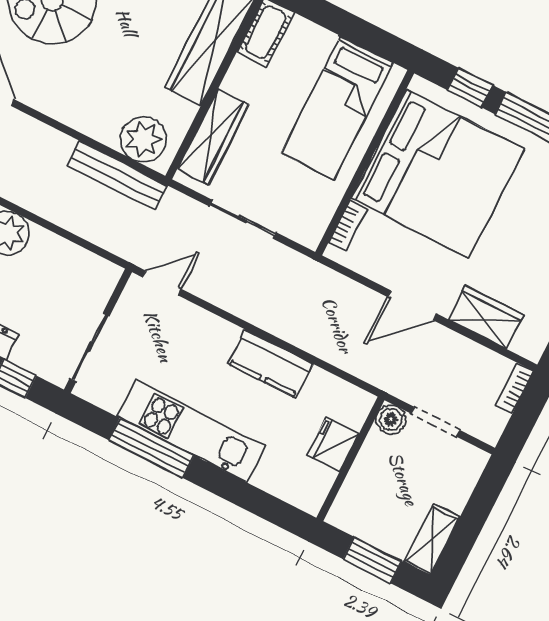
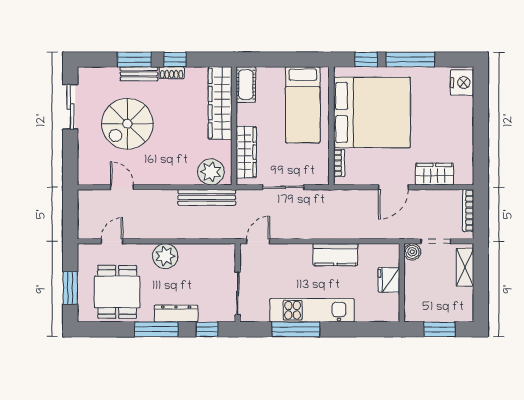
bookcase: (515, 388) -> (468, 211), width x1.56
shelving: (432, 539) -> (465, 267), moved

